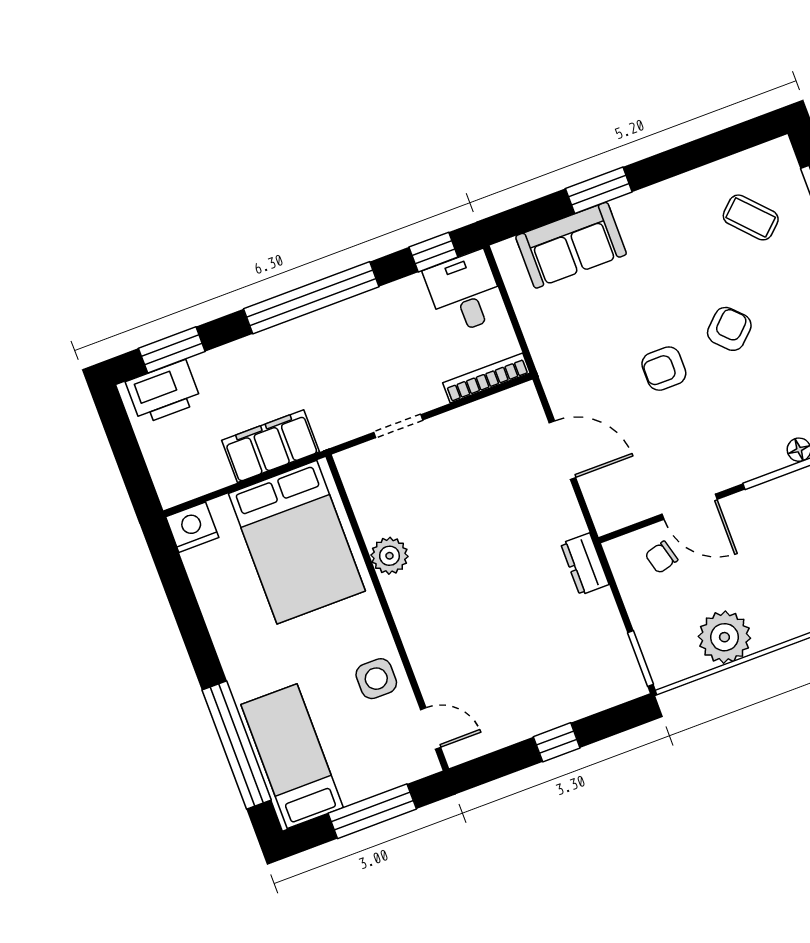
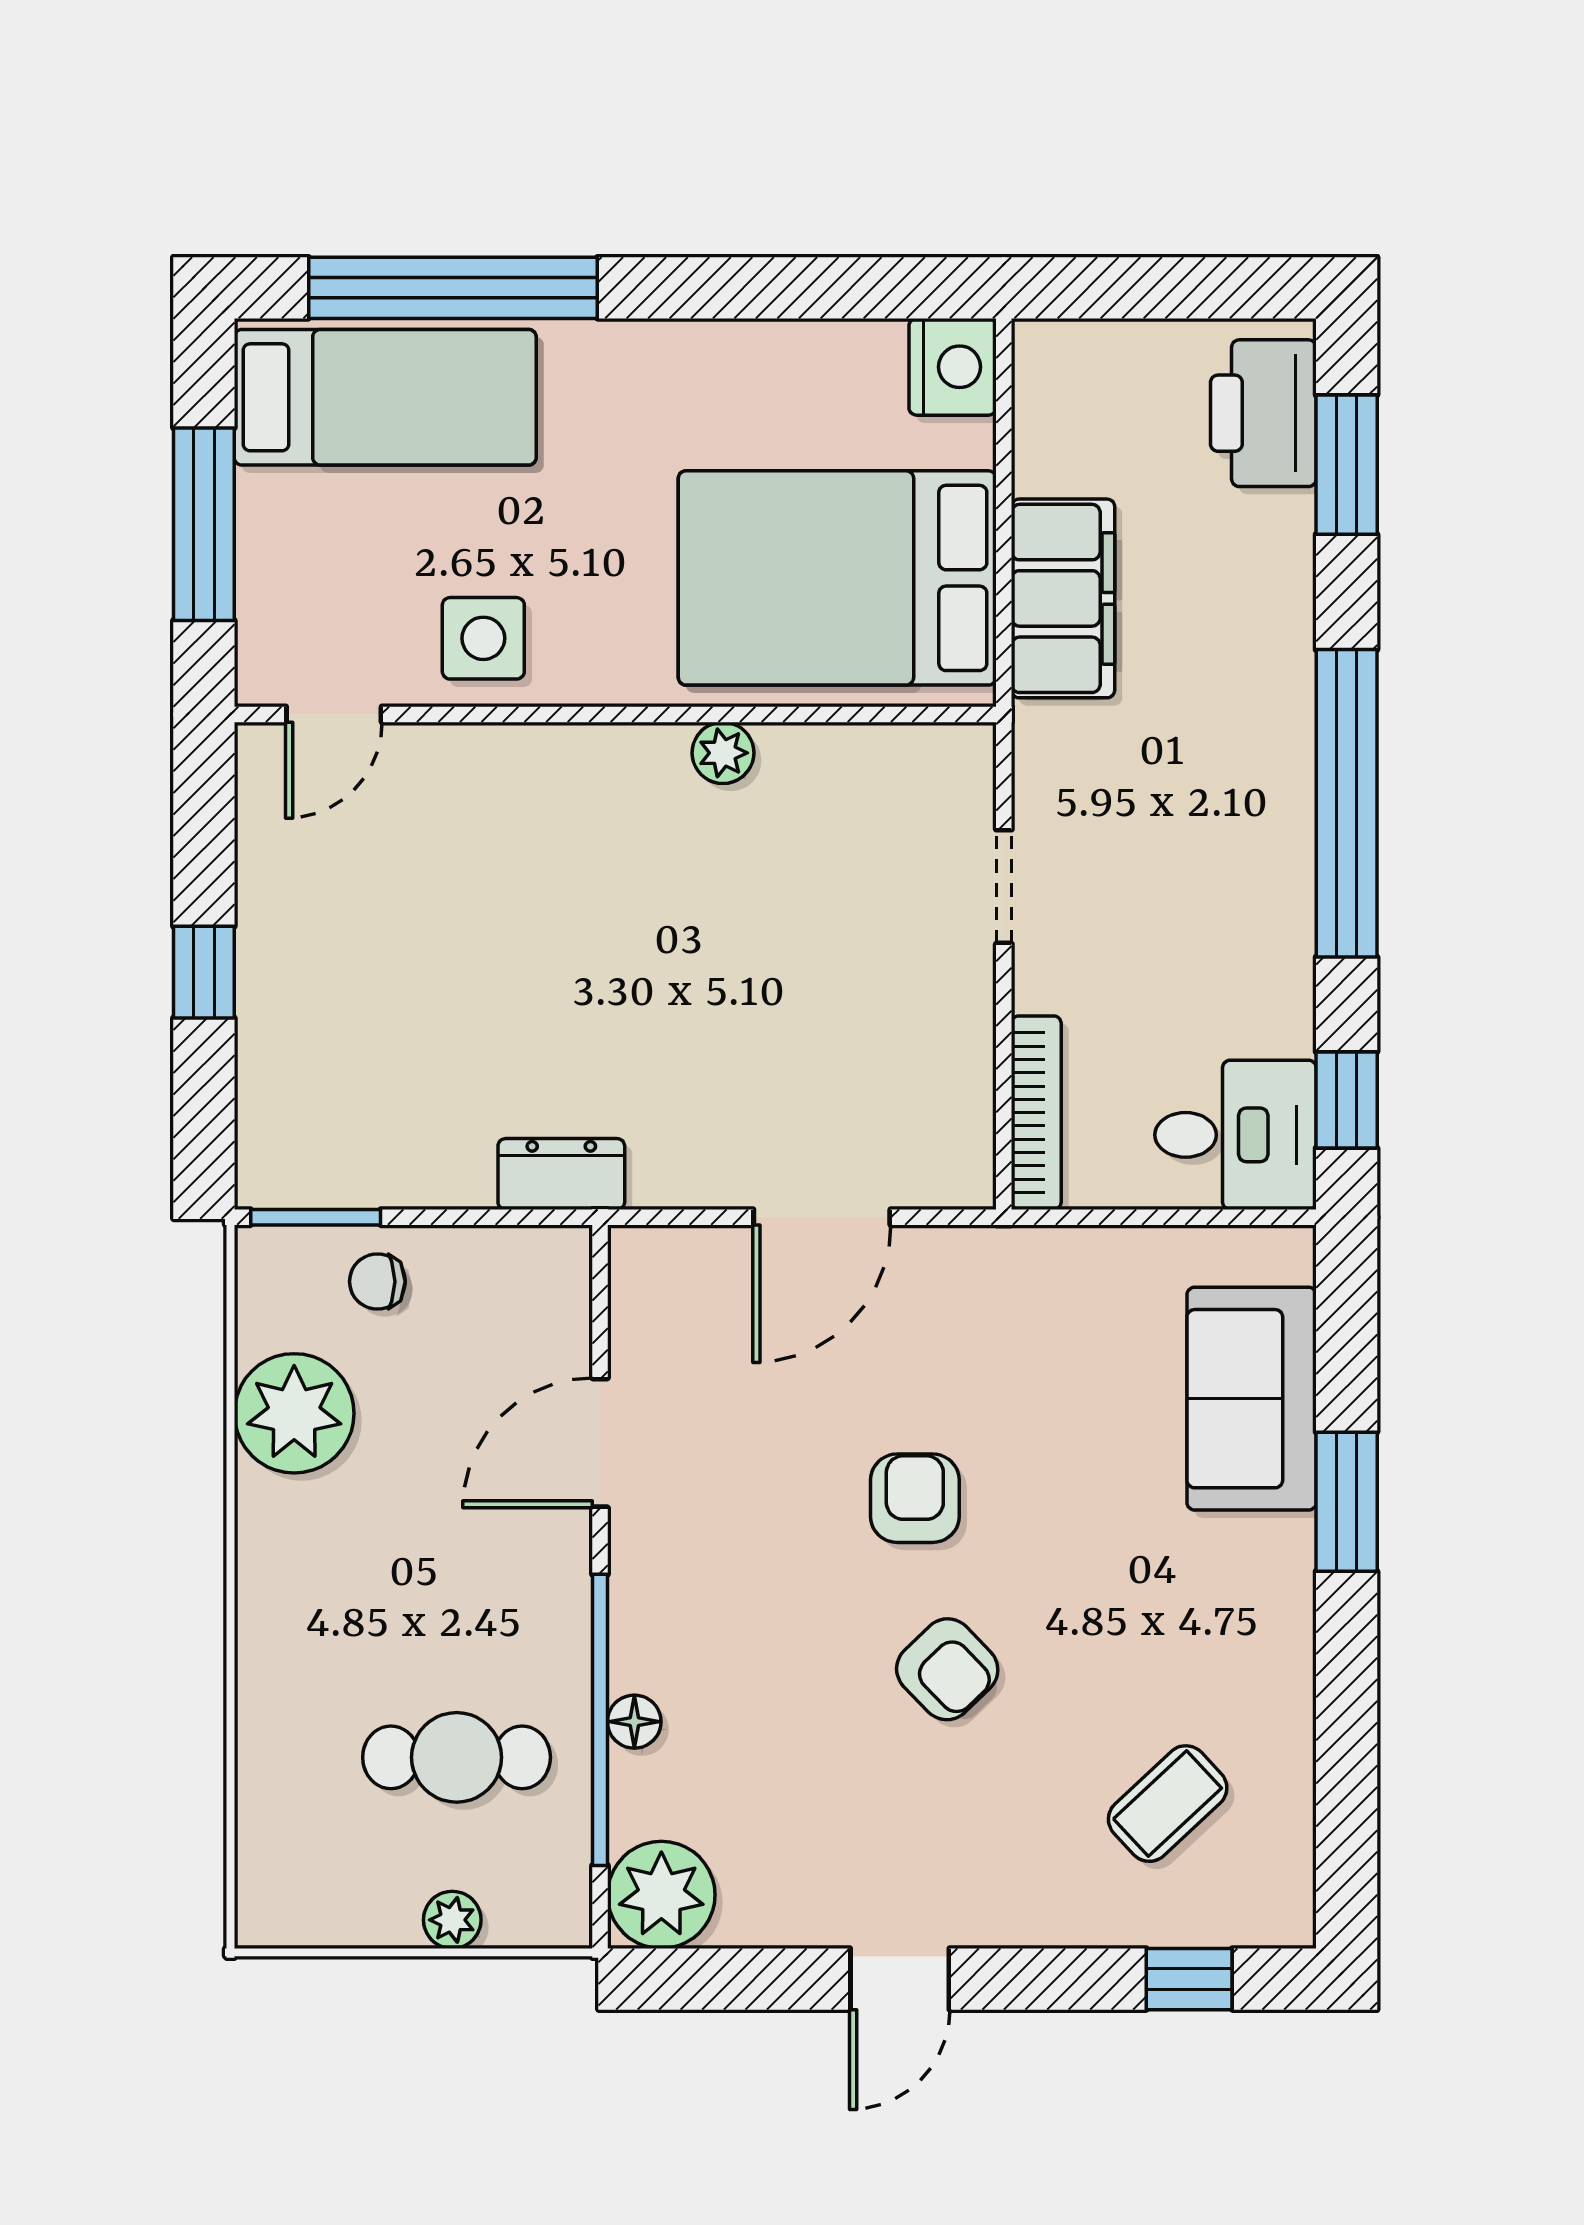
plant: (389, 556) -> (723, 753), width x0.73, depth x0.73
chair: (661, 557) -> (377, 1282), moved, turned -75

